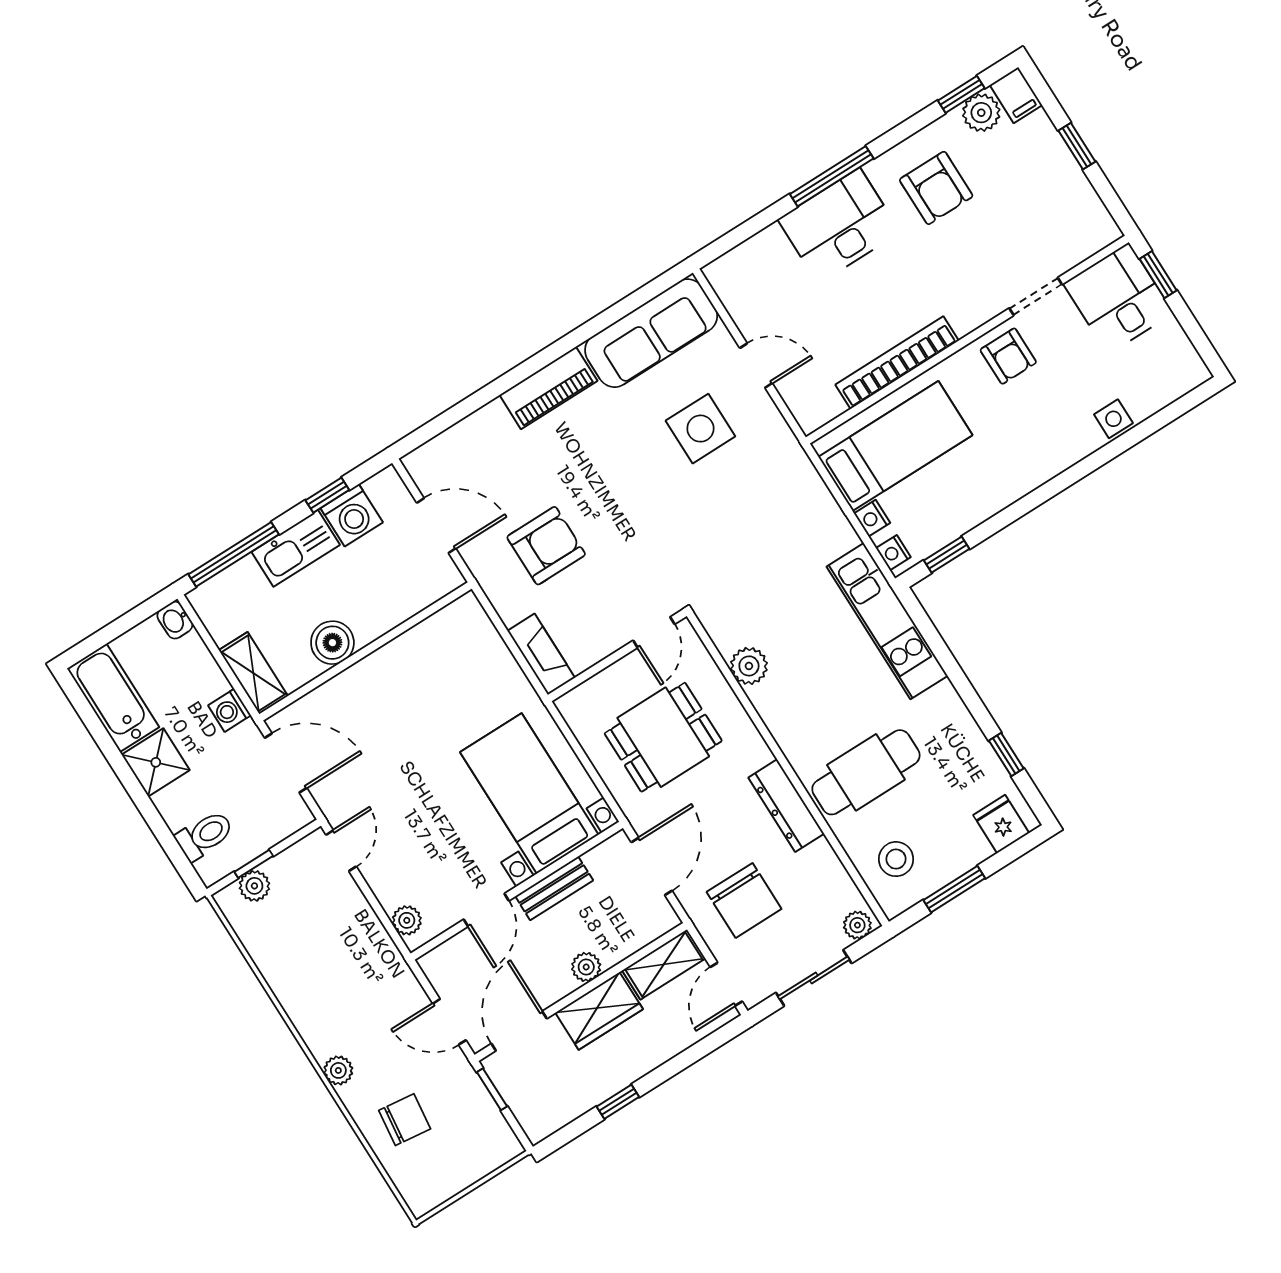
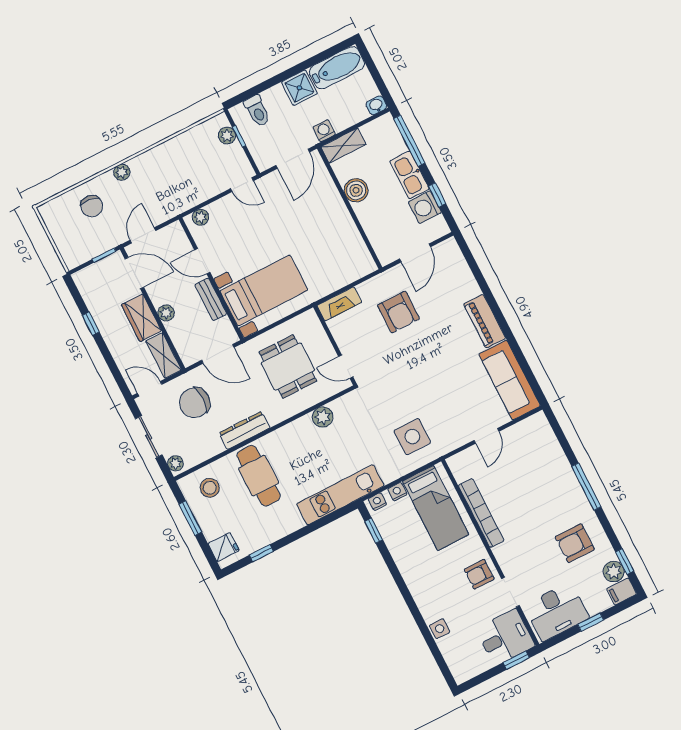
desk: (839, 226) -> (556, 612), moved, turned 90
side table: (700, 429) -> (412, 437), moved

